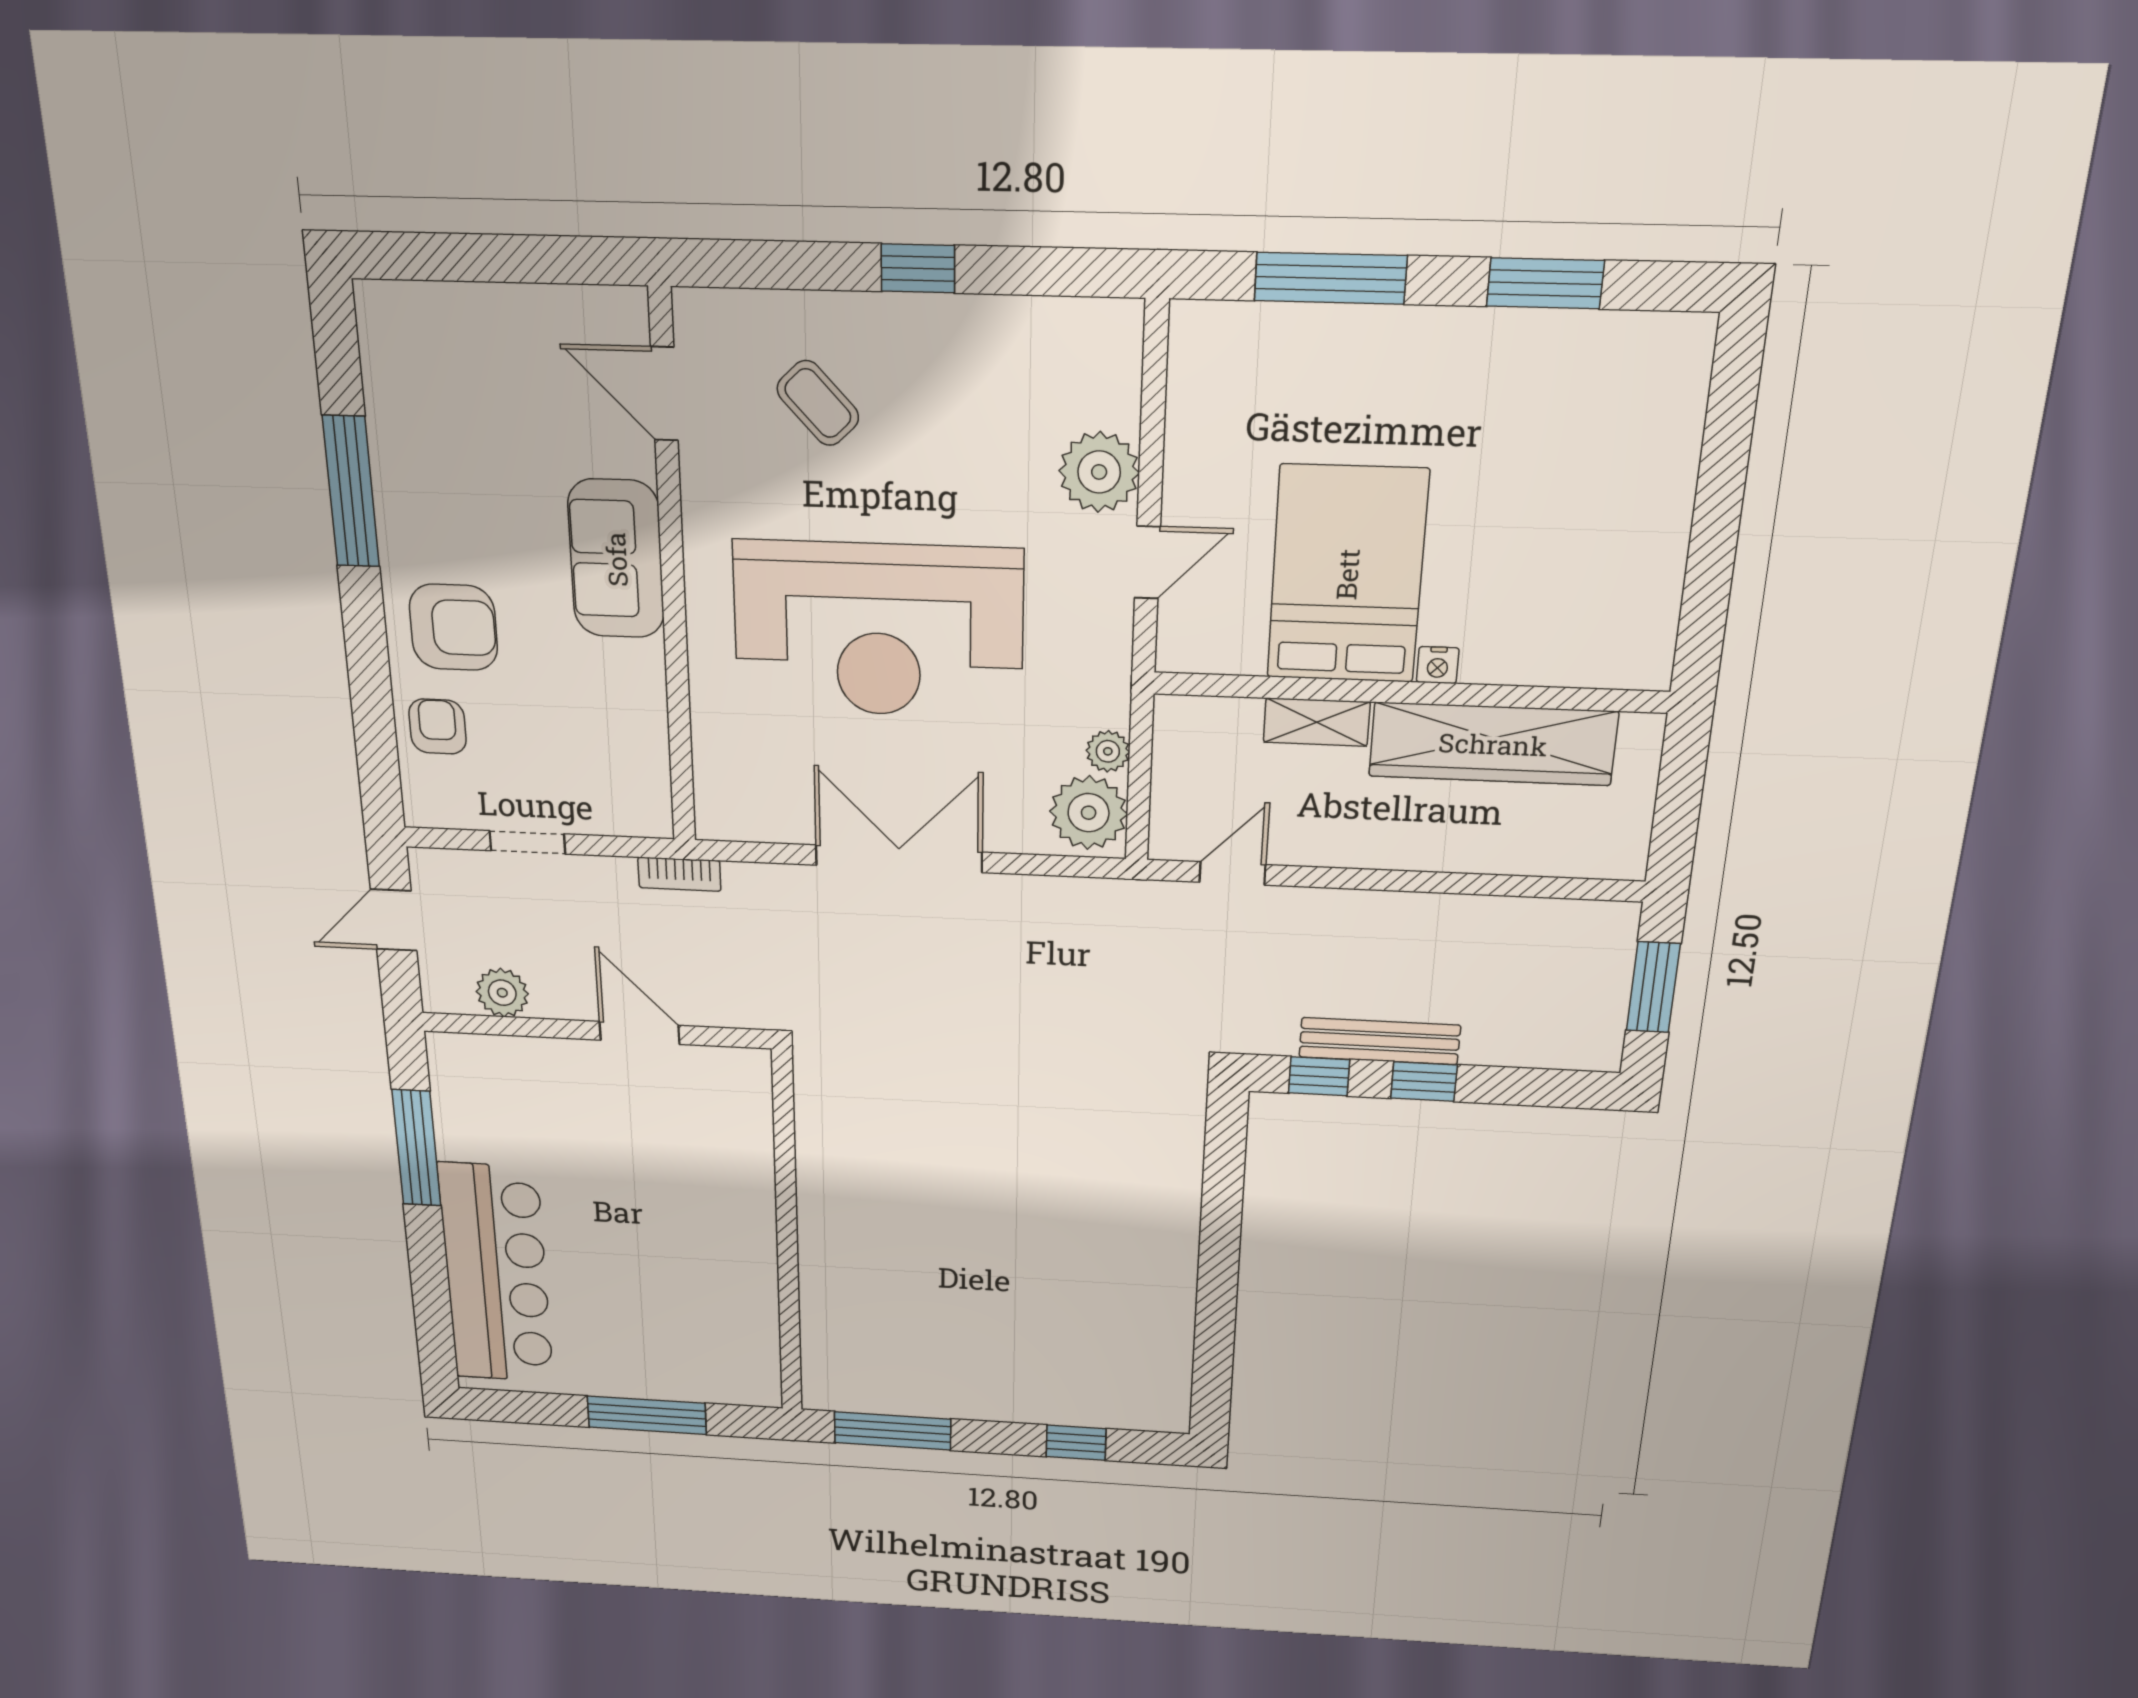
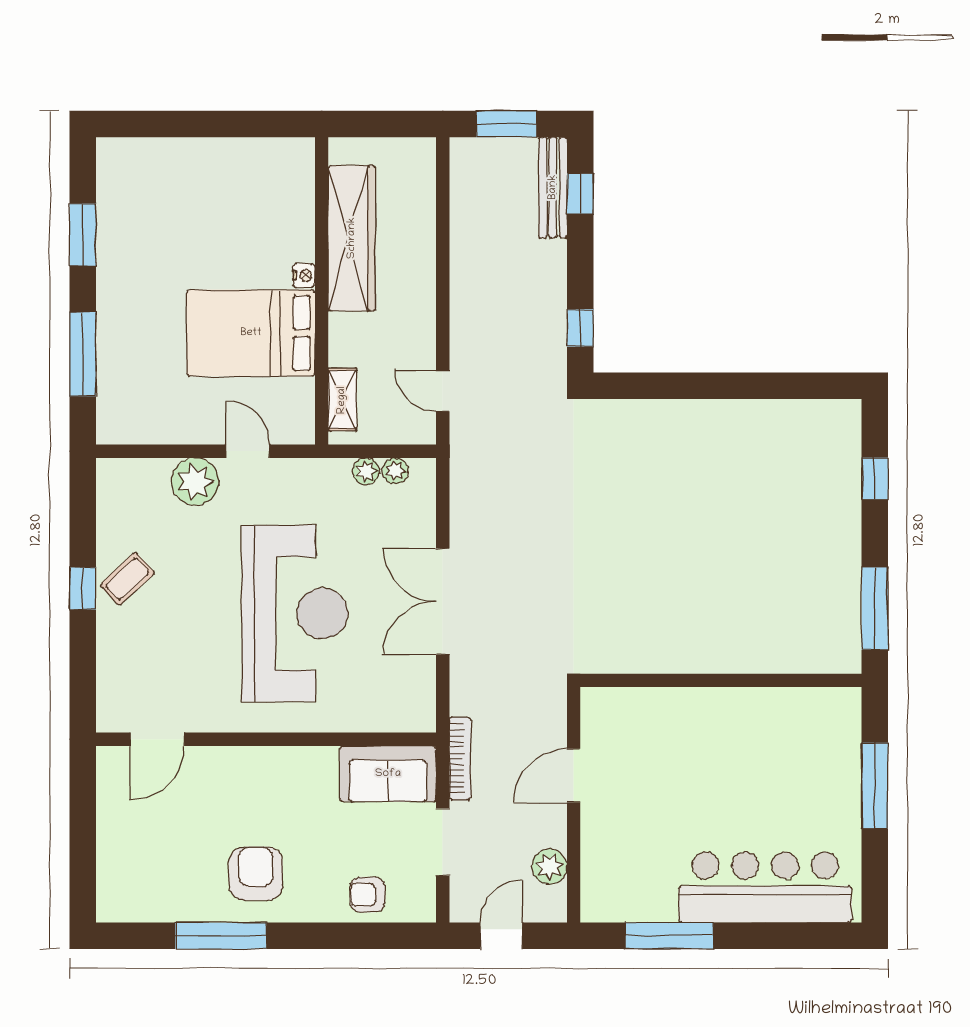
coffee table: (818, 403) -> (127, 579), moved
sofa: (616, 559) -> (388, 774), moved
armchair: (453, 627) -> (256, 874), moved
shelving: (1317, 722) -> (342, 400), moved
plant: (1089, 813) -> (395, 471), width x0.53, depth x0.53
doorway: (527, 842) -> (443, 842), width x1.38
bookcase: (679, 874) -> (460, 759), width x1.56
door: (394, 920) -> (501, 936), swing flipped
bench: (1380, 1041) -> (553, 187), moved
window: (1424, 1082) -> (580, 194), moved

